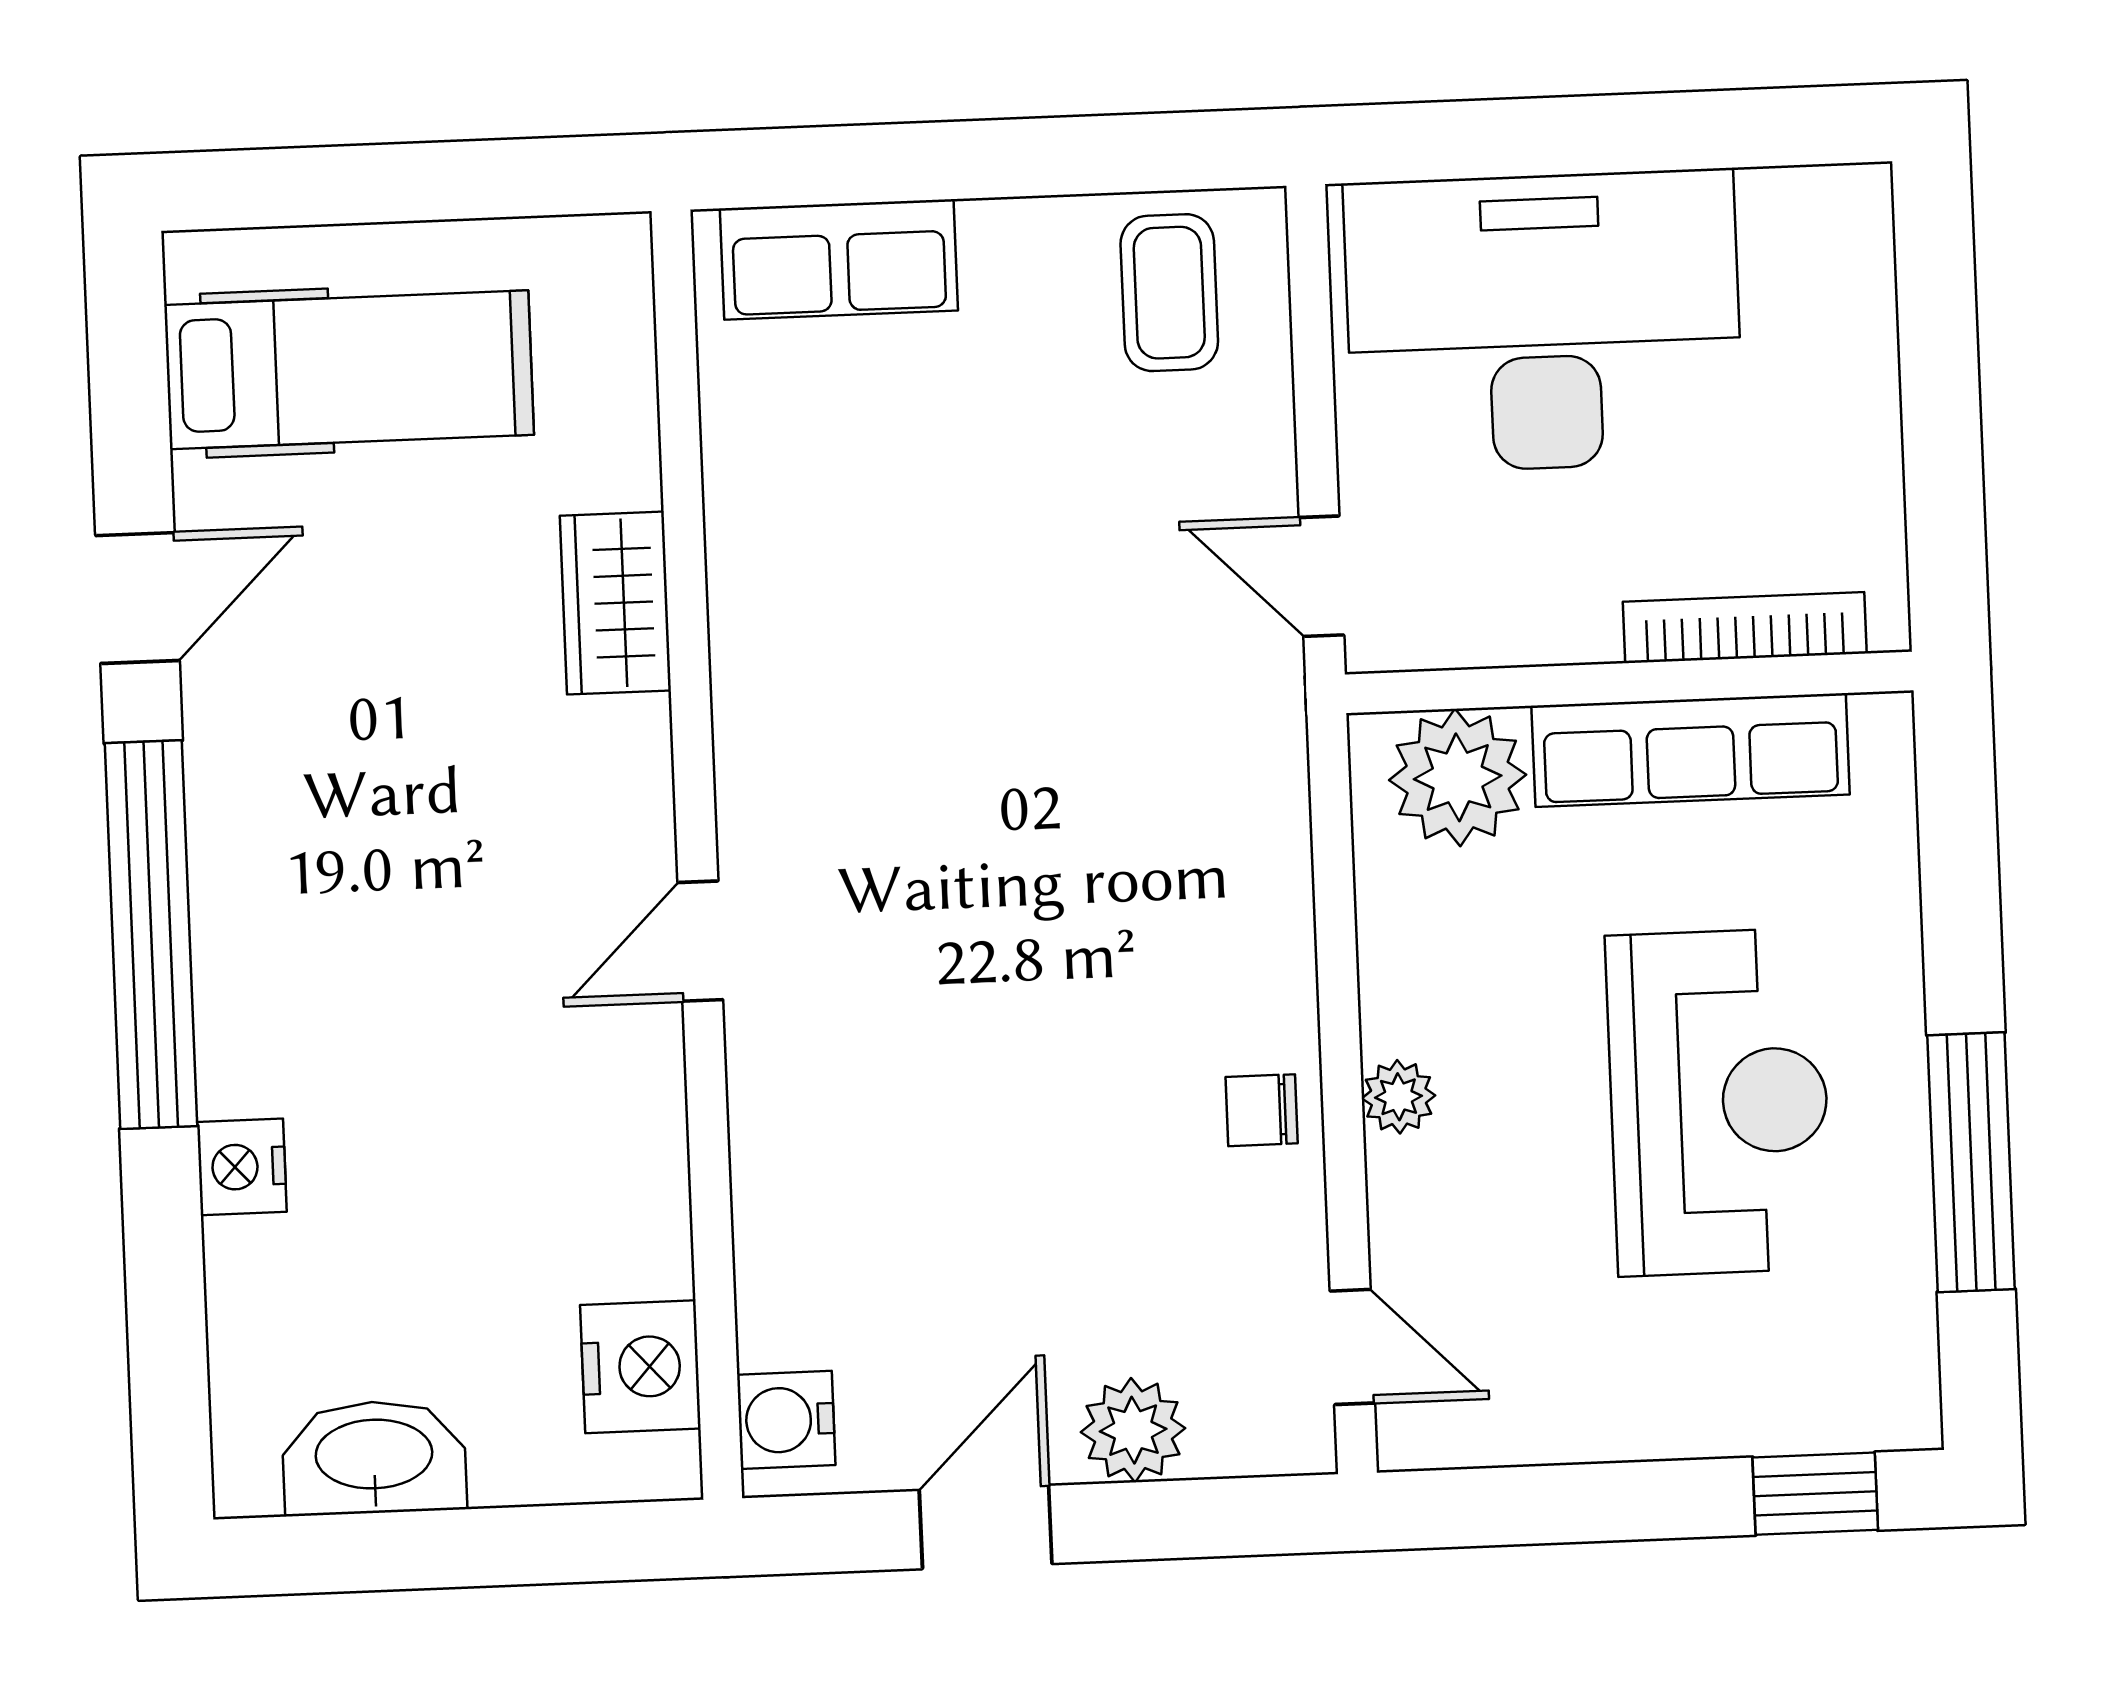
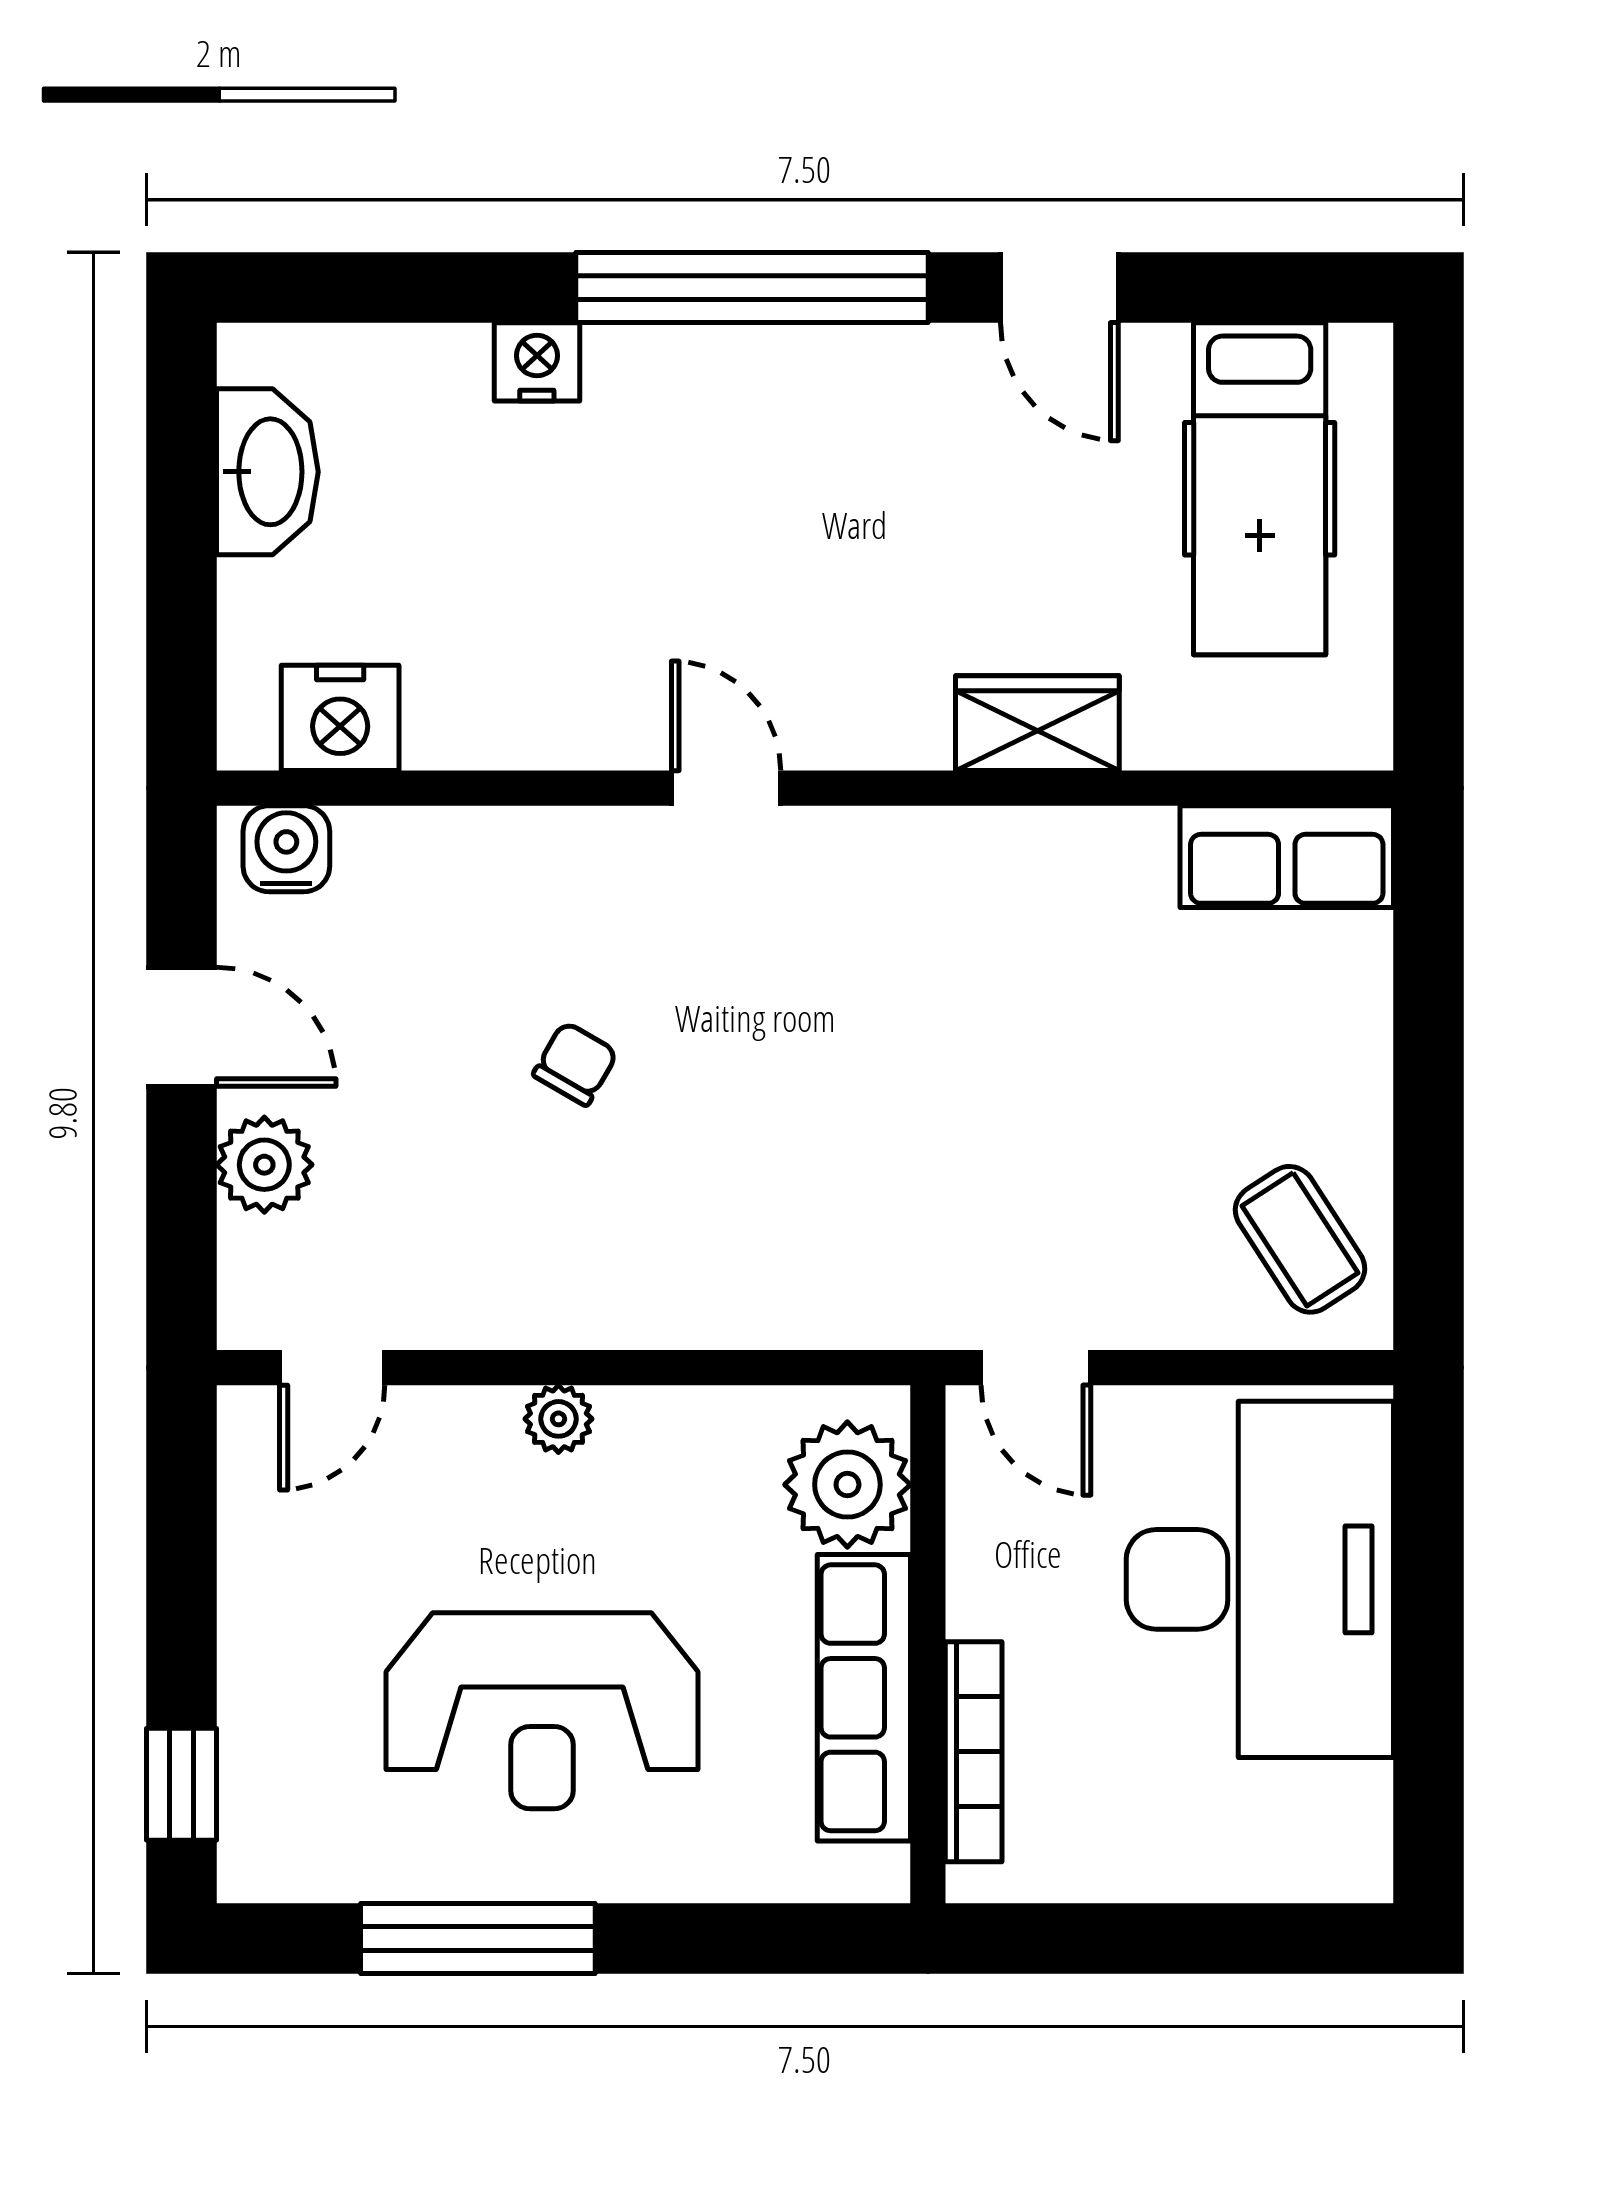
row of seats: (839, 259) -> (1287, 857), moved, turned -90
coffee table: (1169, 293) -> (1300, 1239), turned 57
door: (1321, 576) -> (1036, 1368), swing flipped
chair: (1262, 1110) -> (575, 1064), moved, turned 30

